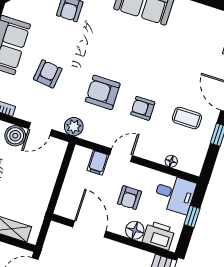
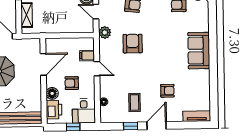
armchair: (143, 108) -> (167, 91), moved, turned 90

